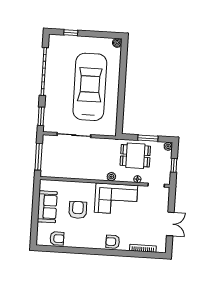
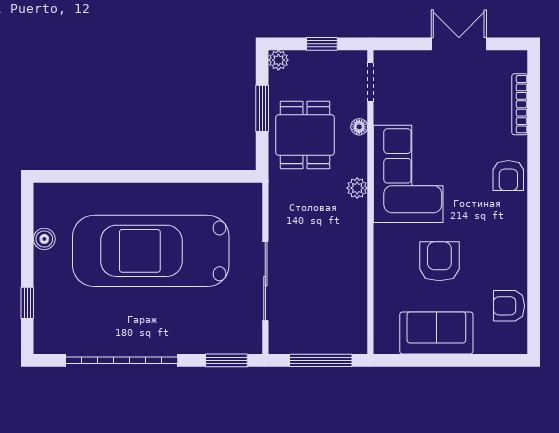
boiler: (117, 43) -> (44, 239), moved
armchair: (78, 210) -> (439, 261), turned 90
armchair: (57, 238) -> (509, 306), turned -90

